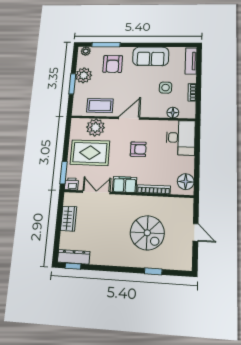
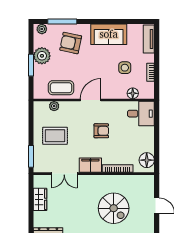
armchair: (113, 64) -> (71, 43), turned 102
plant: (95, 127) -> (54, 106), width x0.53, depth x0.53
desk: (181, 138) -> (141, 114), width x0.73
rug: (90, 153) -> (55, 136), width x0.73, depth x0.70
printer: (71, 184) -> (40, 167), removed
double door: (96, 192) -> (64, 174), swing flipped

